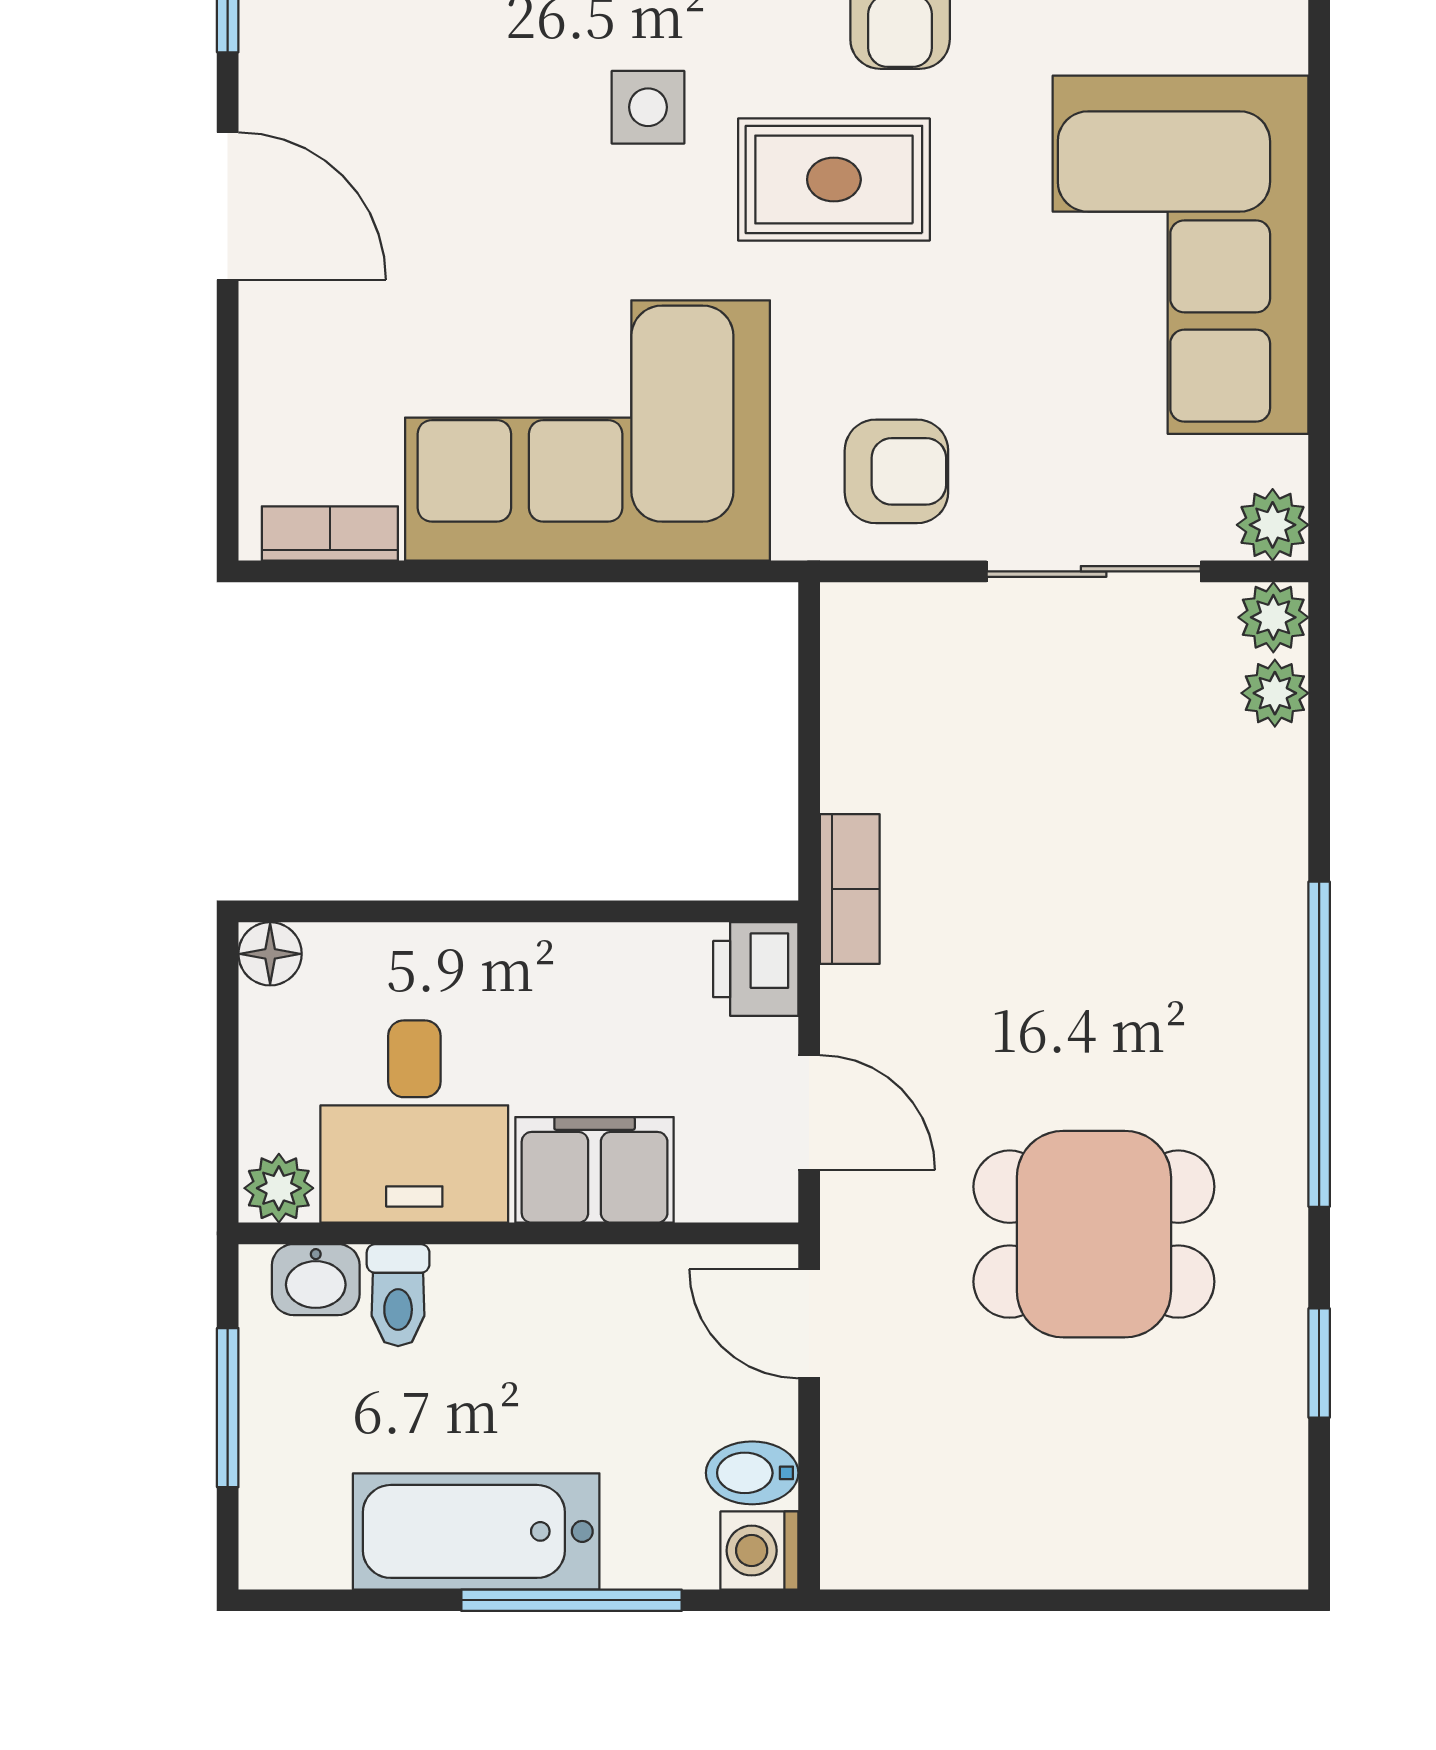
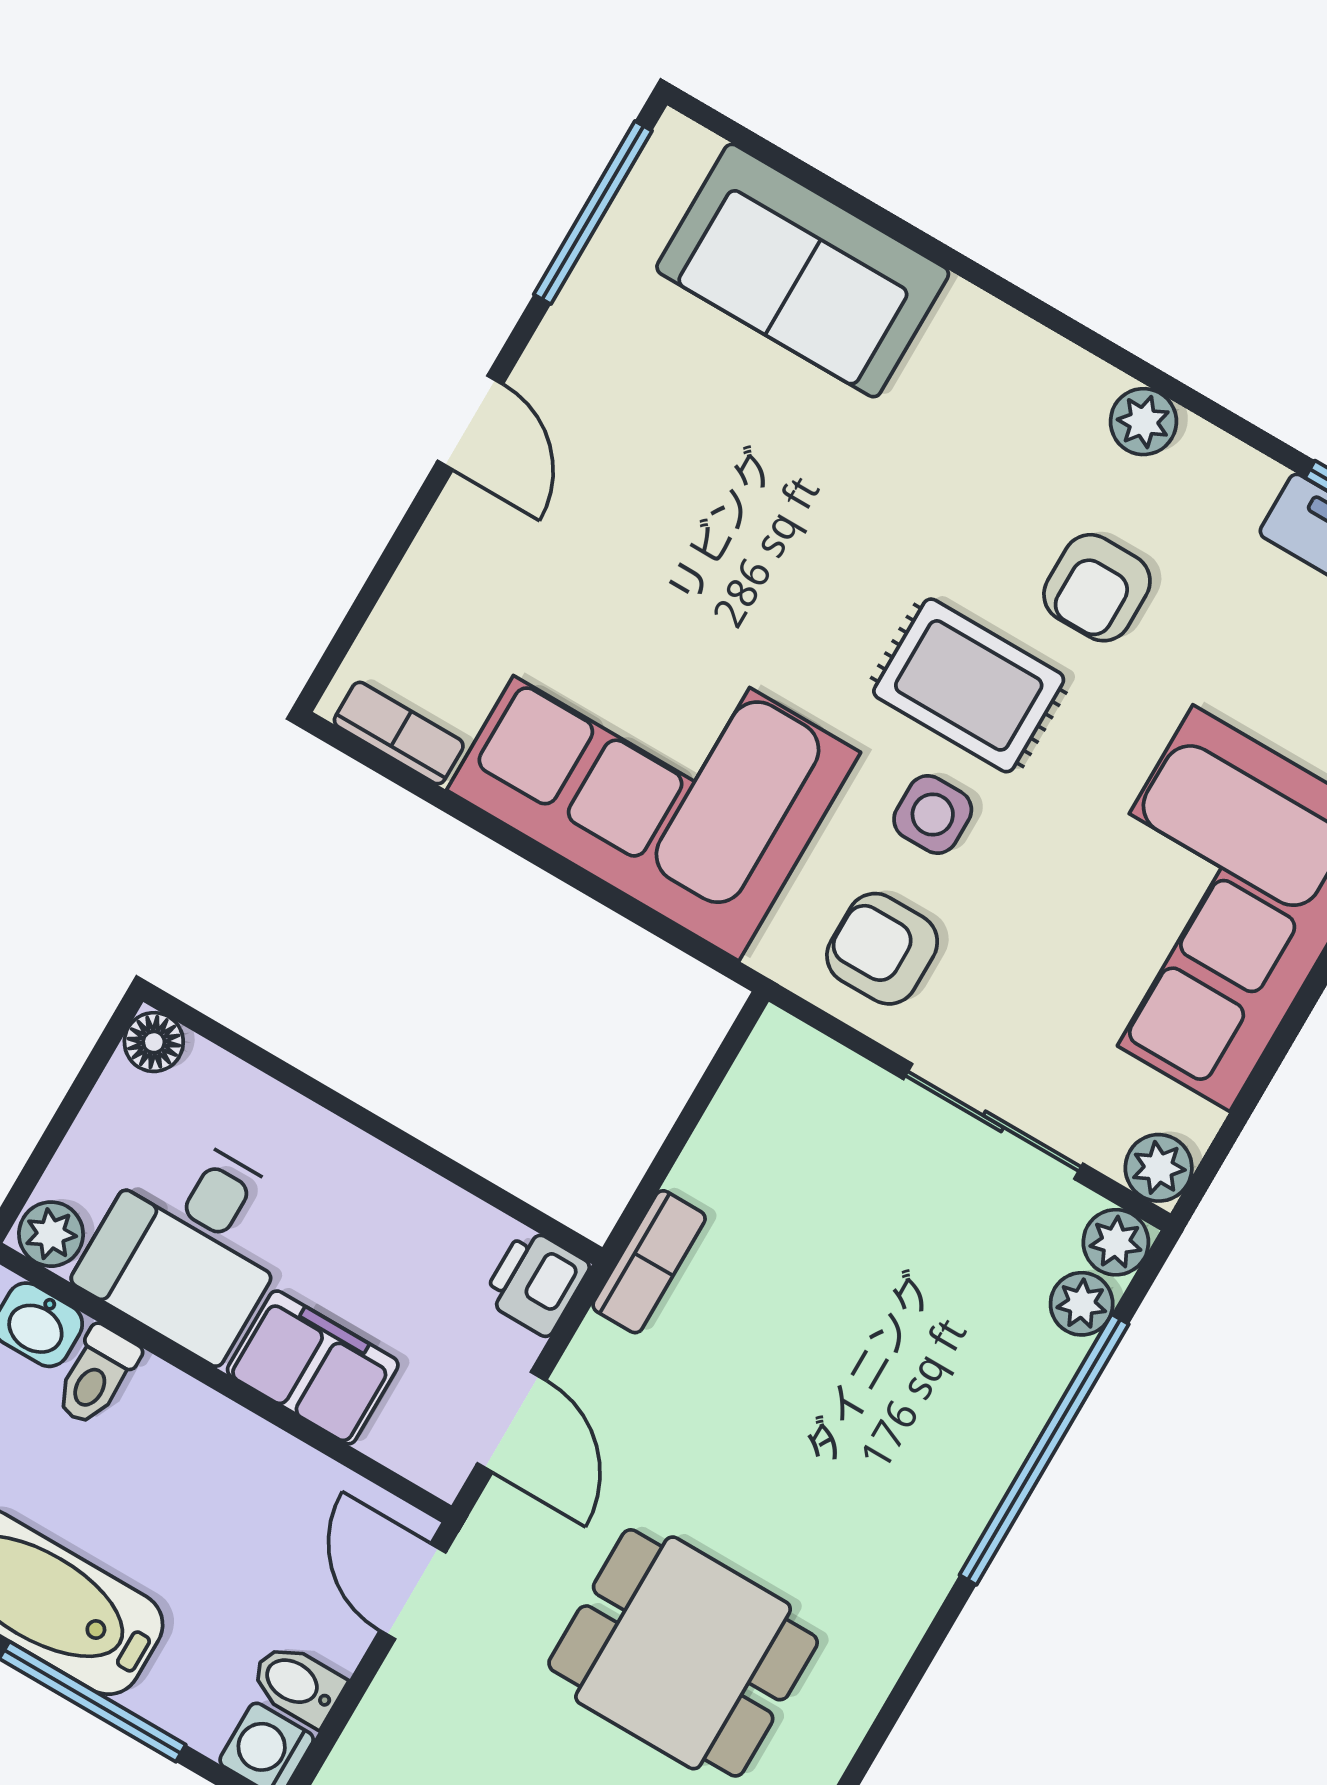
side table: (648, 107) -> (933, 815), moved
door: (228, 206) -> (470, 423), width x0.73
armchair: (896, 471) -> (882, 949), turned 180
window: (1319, 1044) -> (1044, 1450), moved

